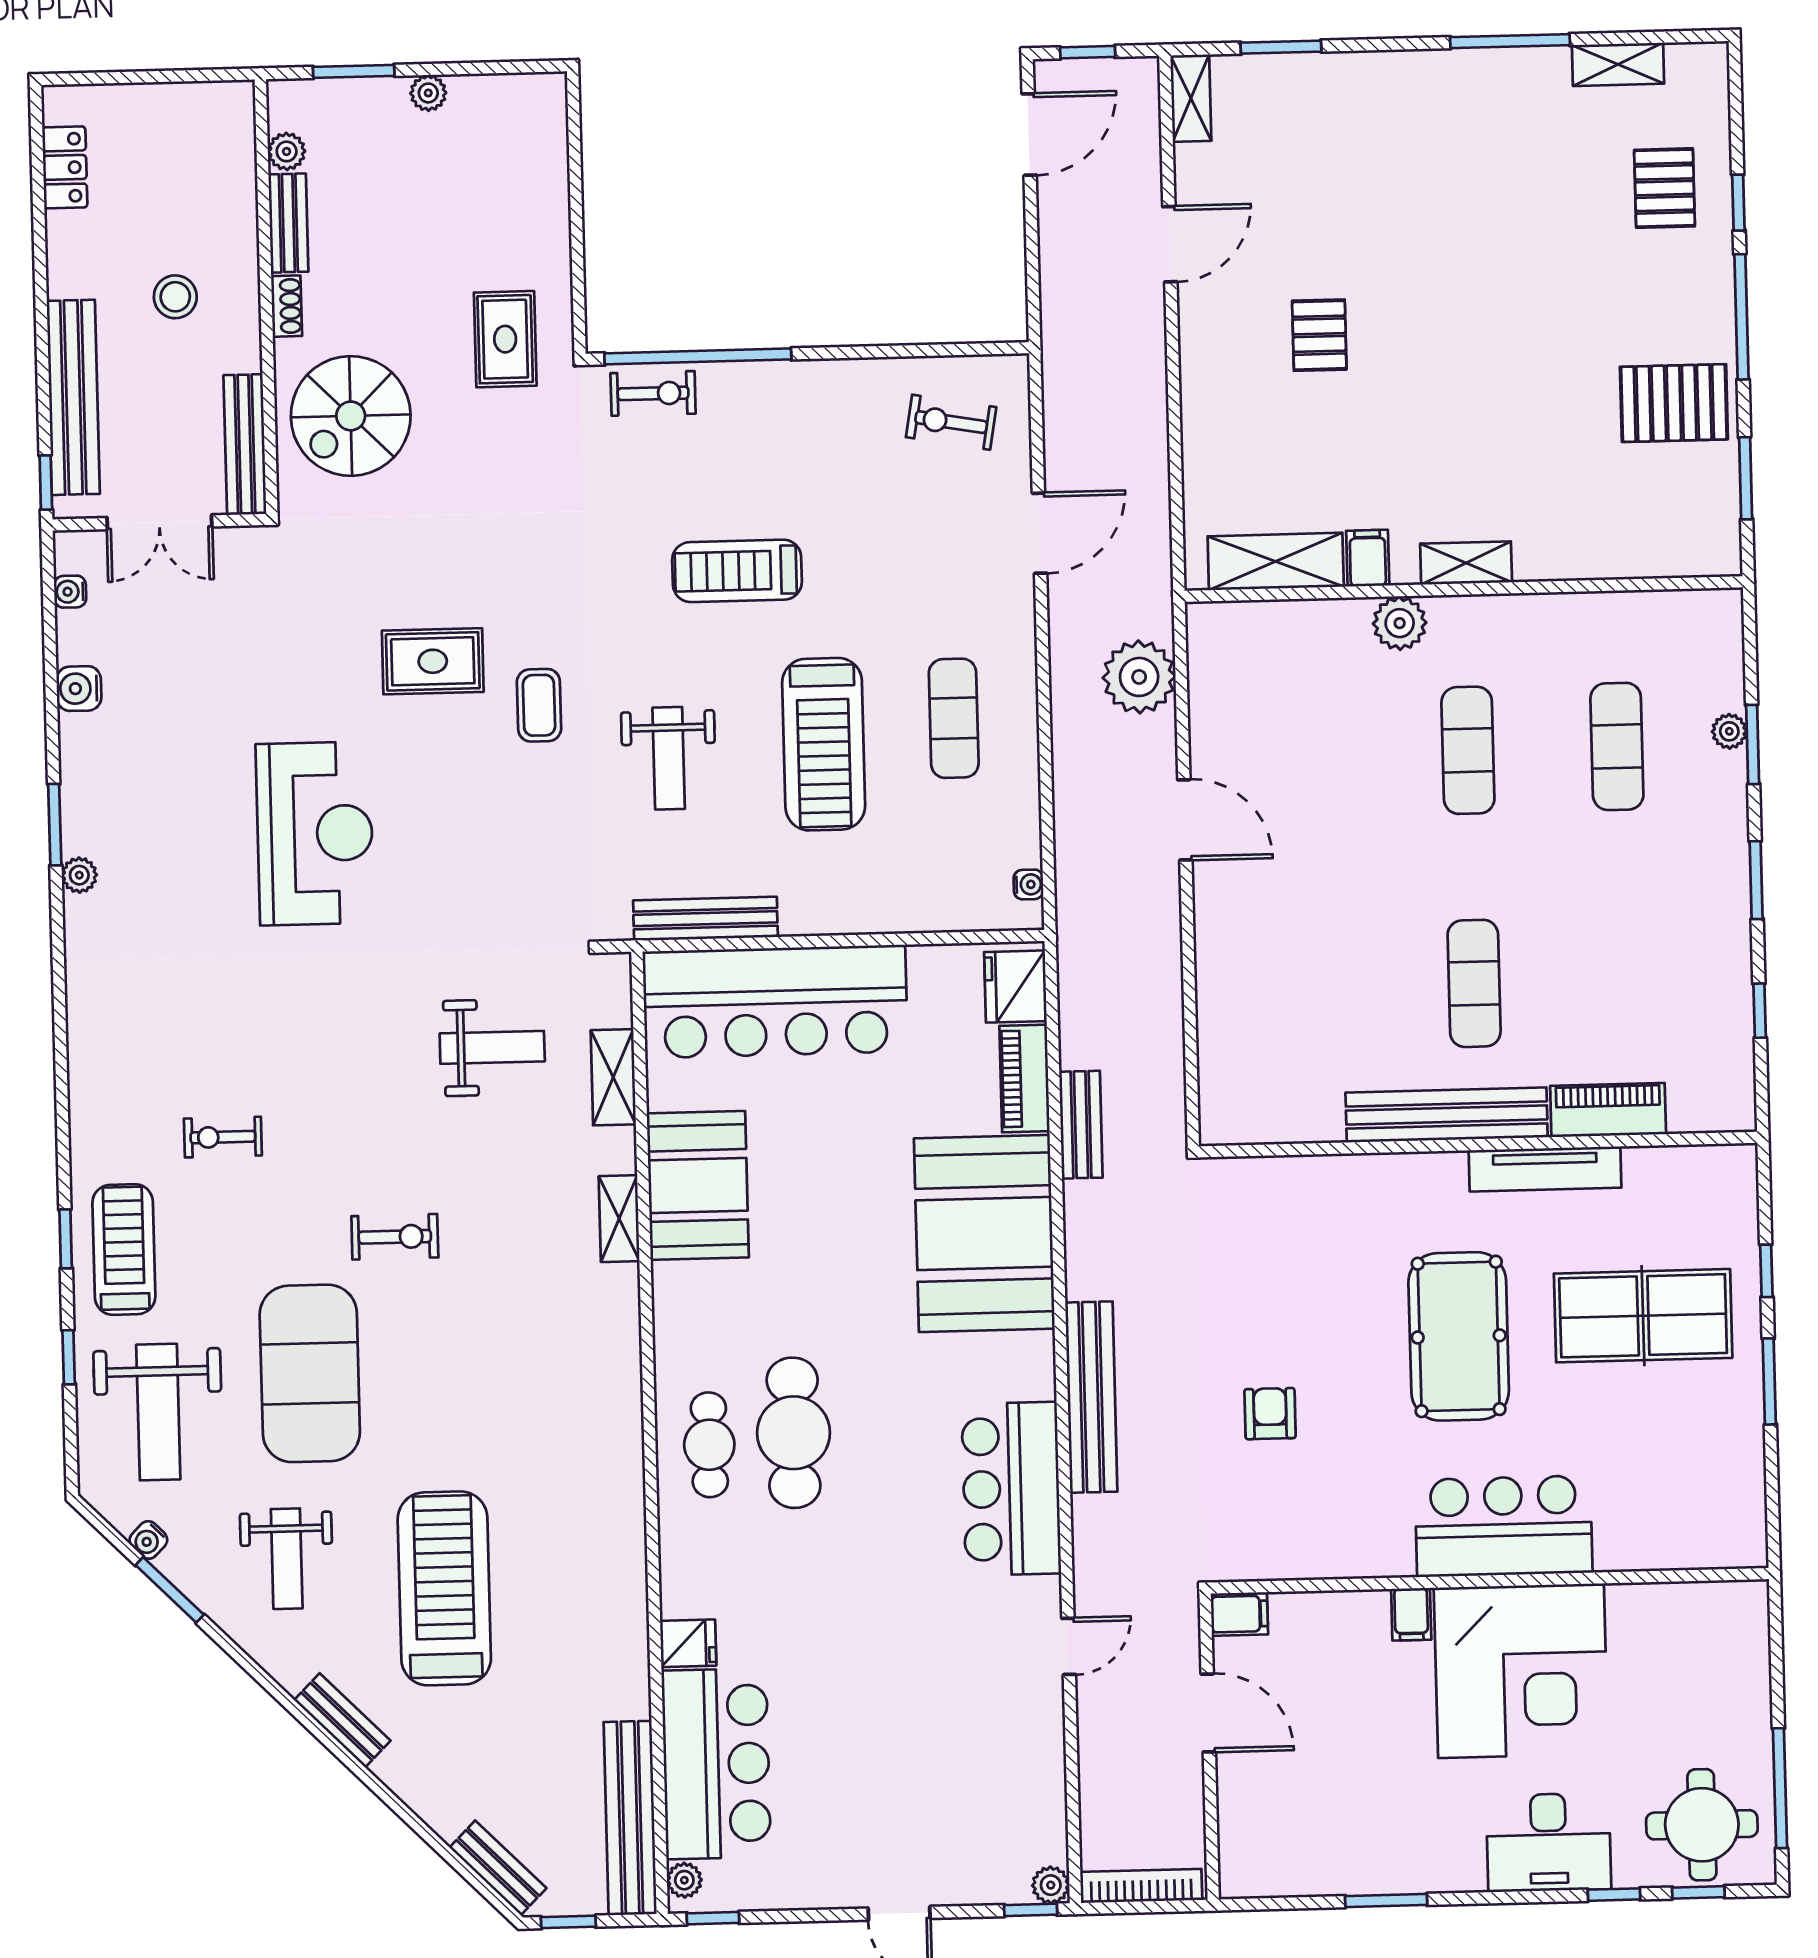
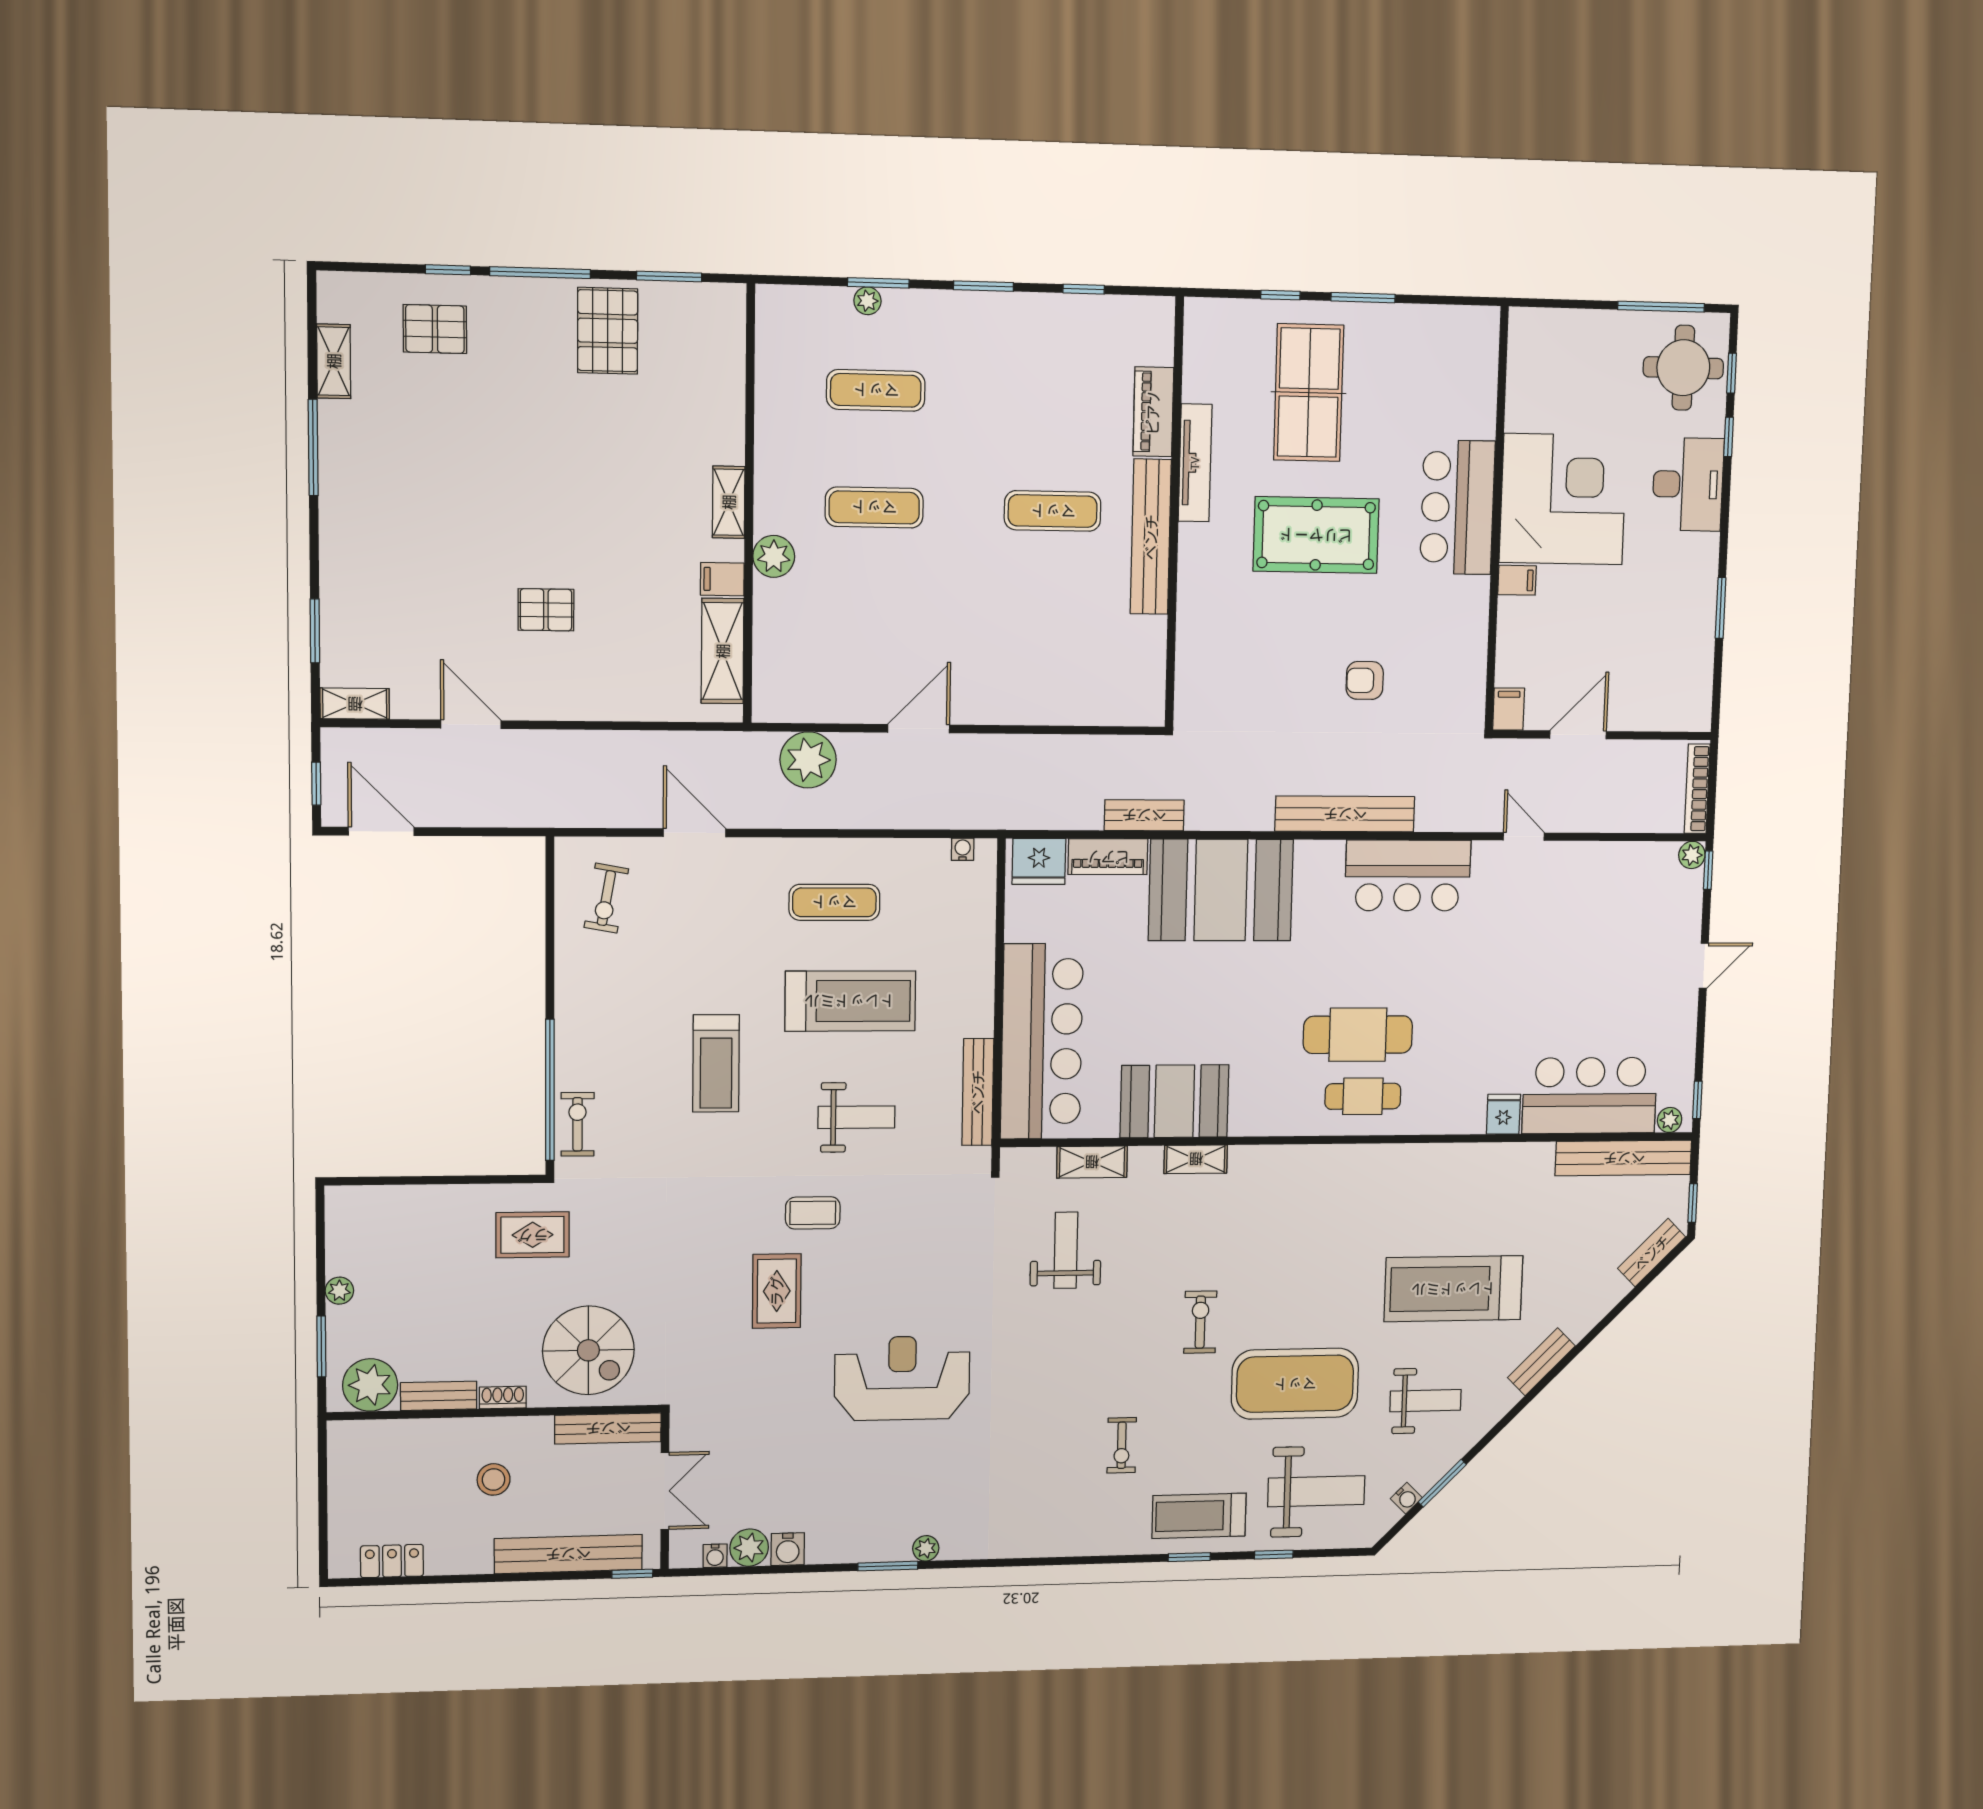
plant: (287, 151) -> (370, 1385), width x1.88, depth x1.88
plant: (81, 637) -> (749, 1548), added

